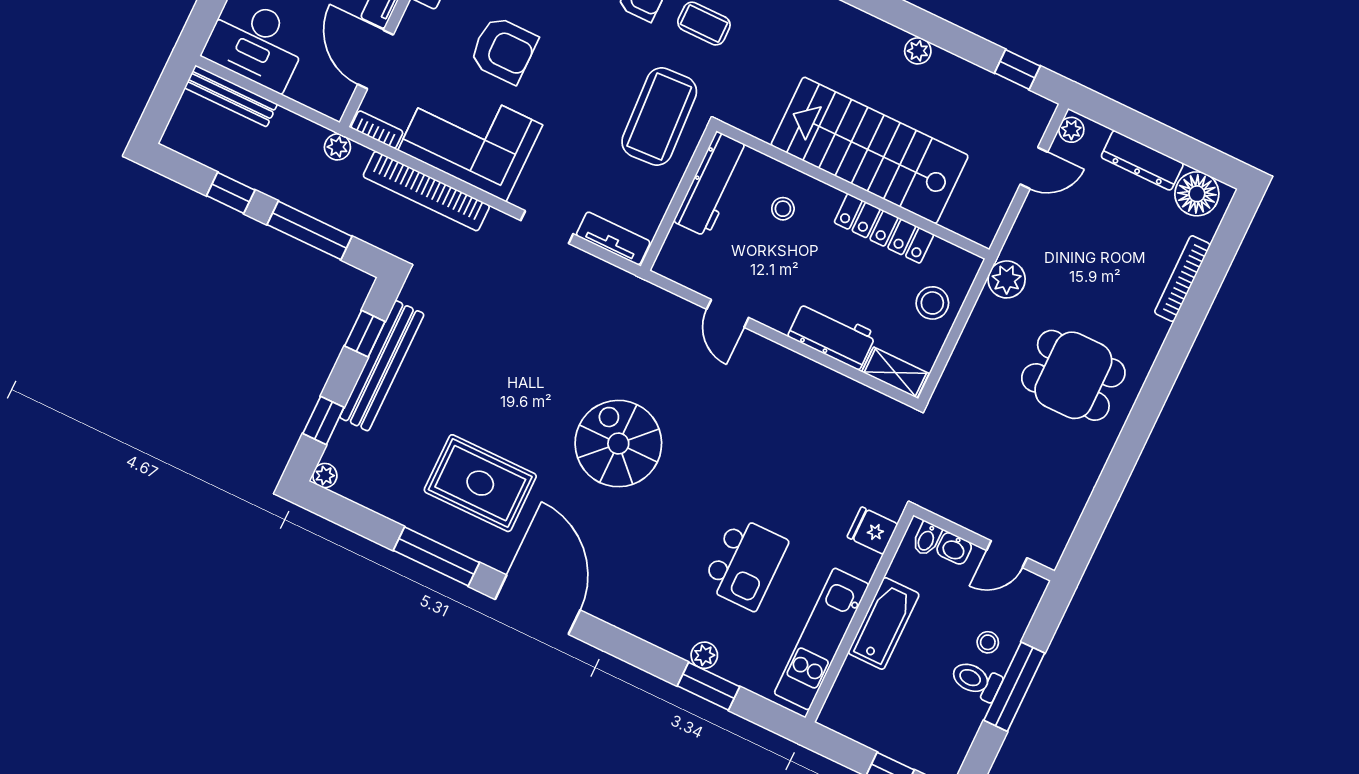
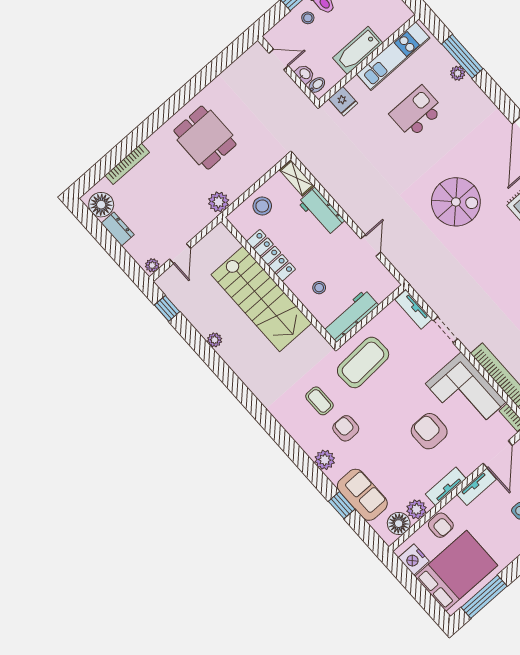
dresser: (1142, 160) -> (118, 229), width x0.70
door: (1034, 168) -> (180, 254), swing flipped
spiral stairs: (618, 444) -> (456, 202), turned -90
window: (709, 686) -> (462, 56), width x1.44

